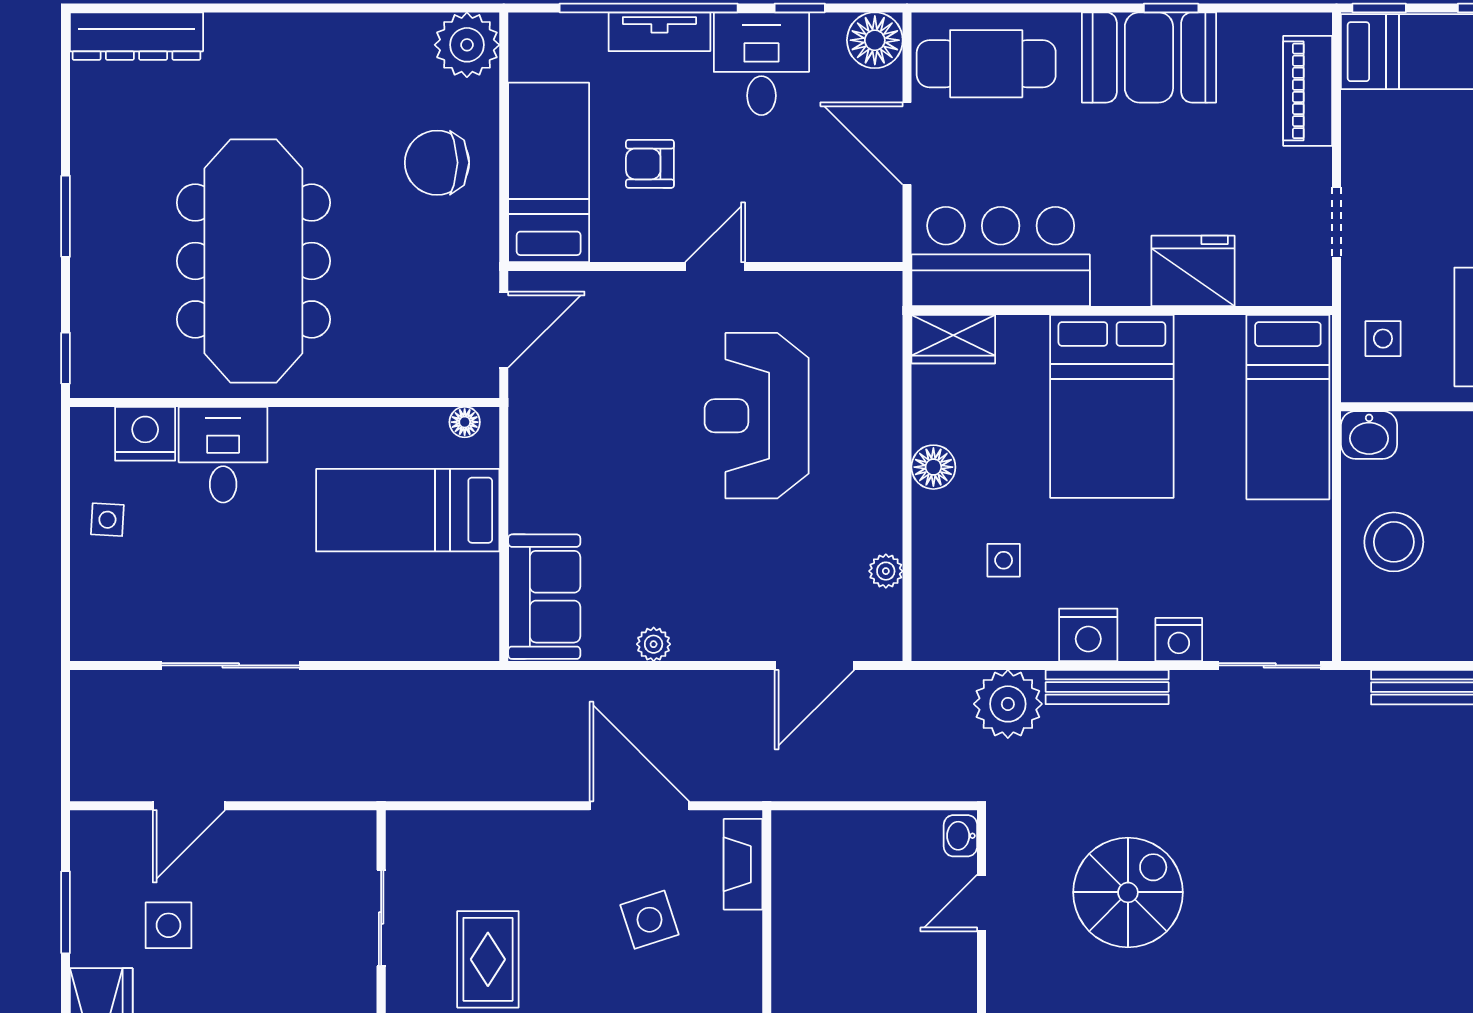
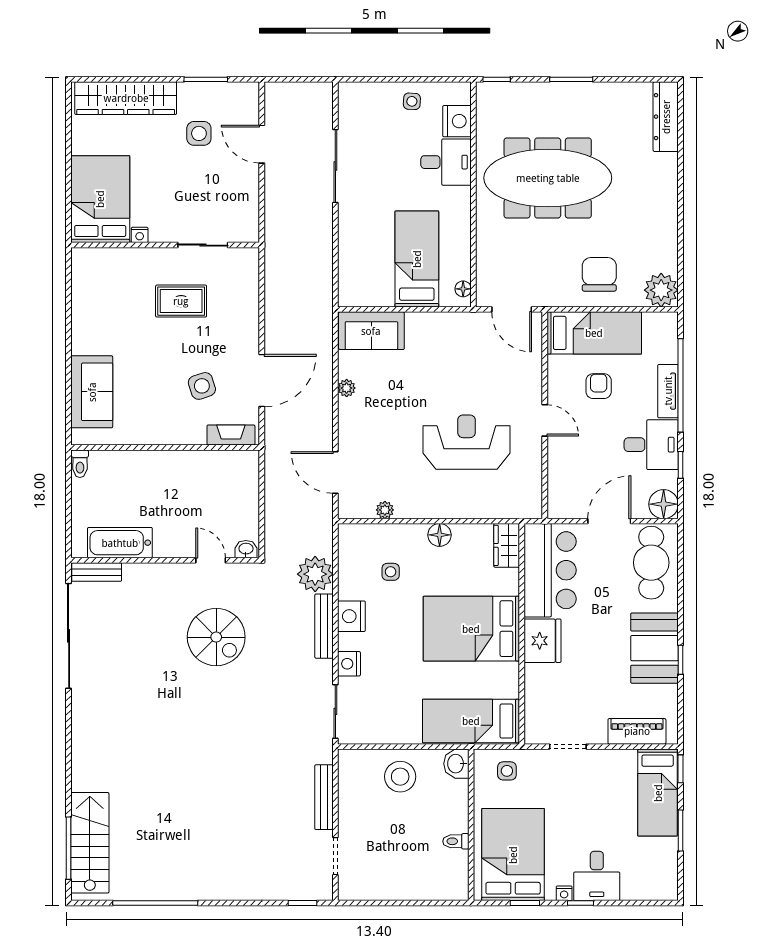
fridge: (1193, 271) -> (543, 641), moved

